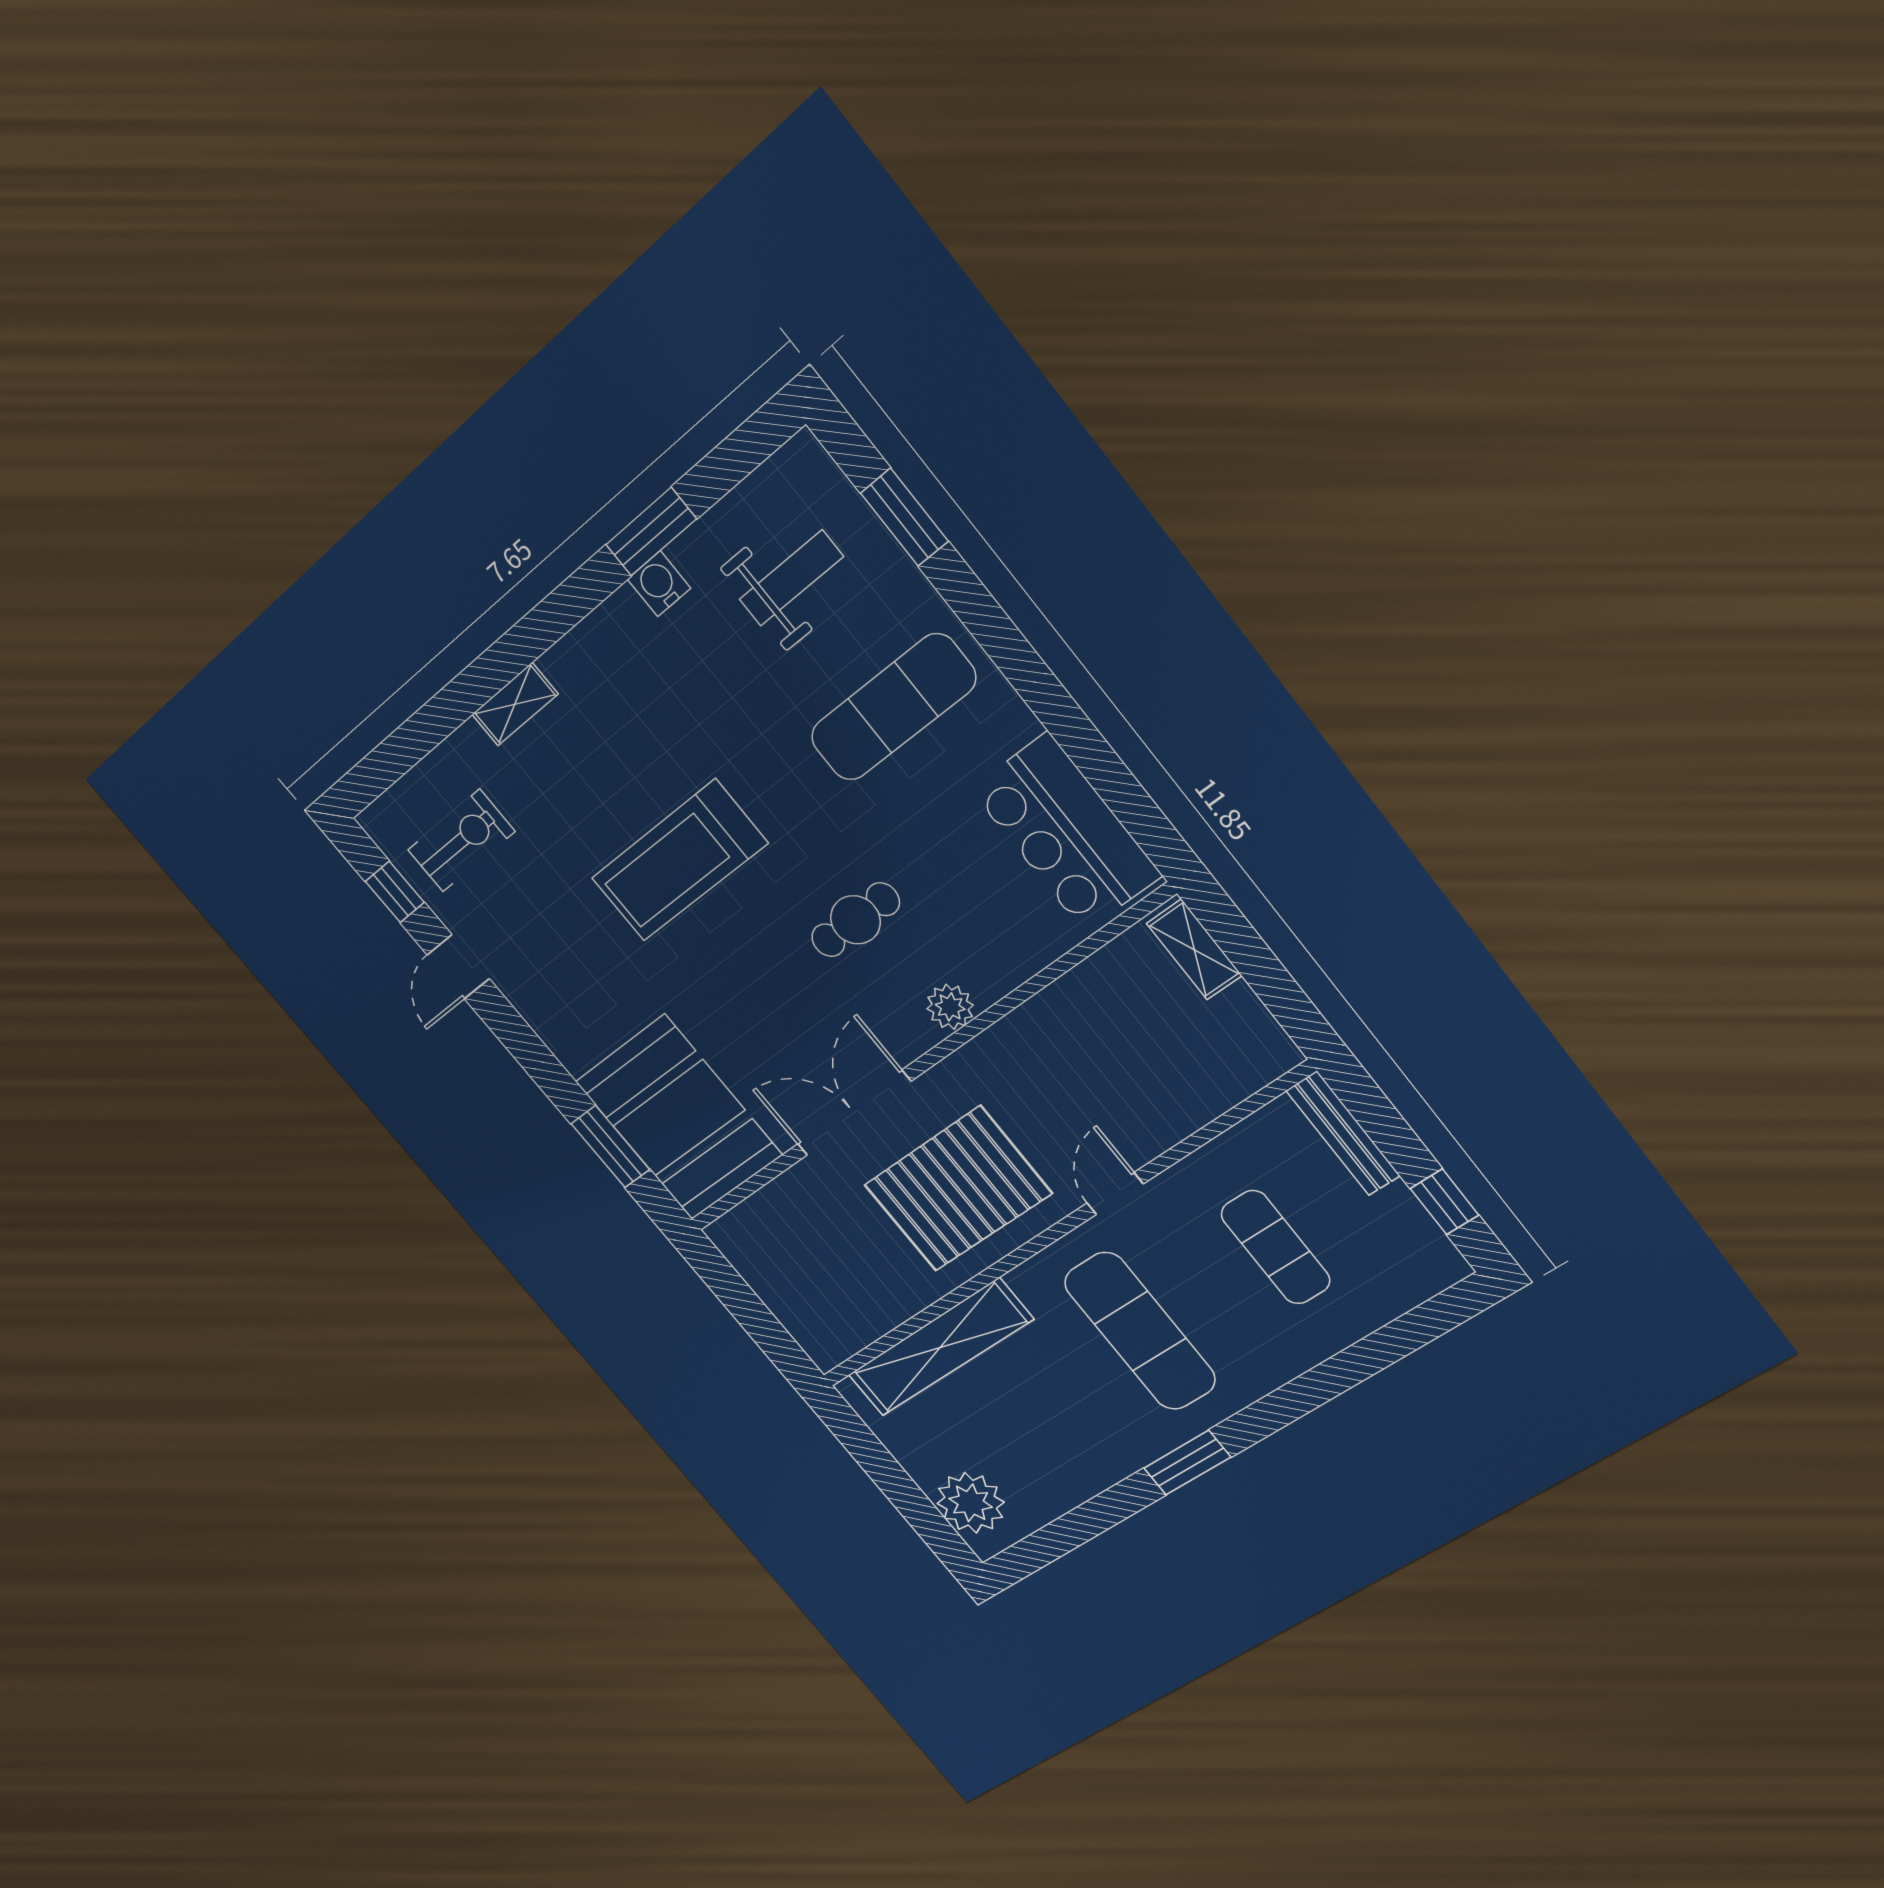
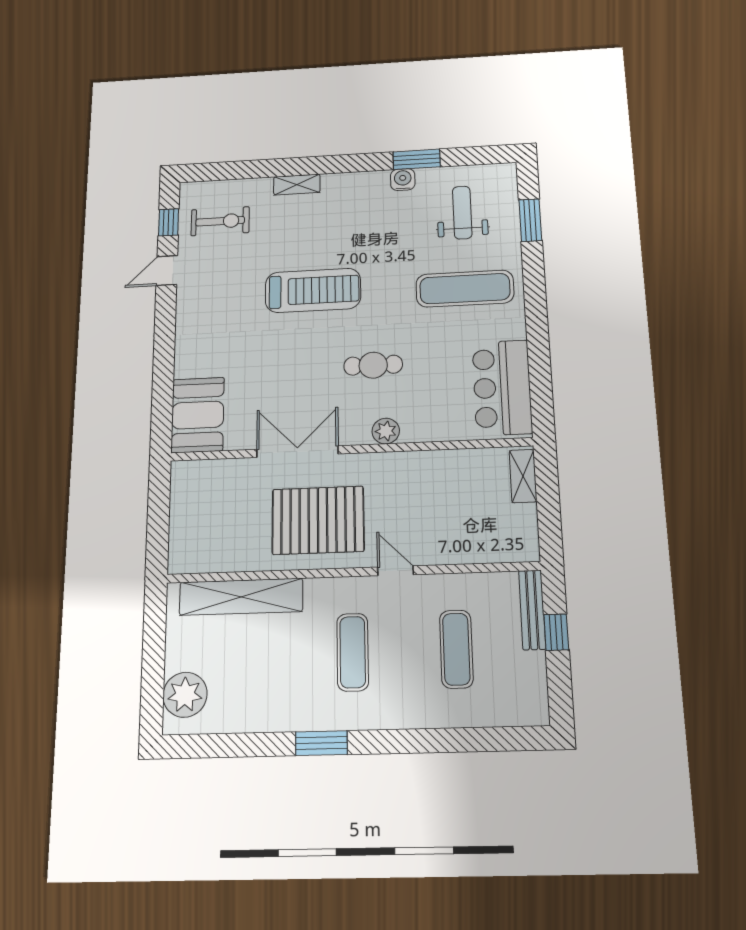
weight bench: (791, 578) -> (462, 213), turned -90
treadmill: (679, 861) -> (313, 290), turned 180
booth: (679, 1118) -> (198, 415), width x0.73, depth x0.70
window: (610, 1147) -> (163, 394), removed
door: (1115, 1193) -> (395, 571), hinge flipped
window: (1444, 1202) -> (556, 632), moved
exercise mat: (1140, 1331) -> (353, 652), width x0.73, depth x0.69

